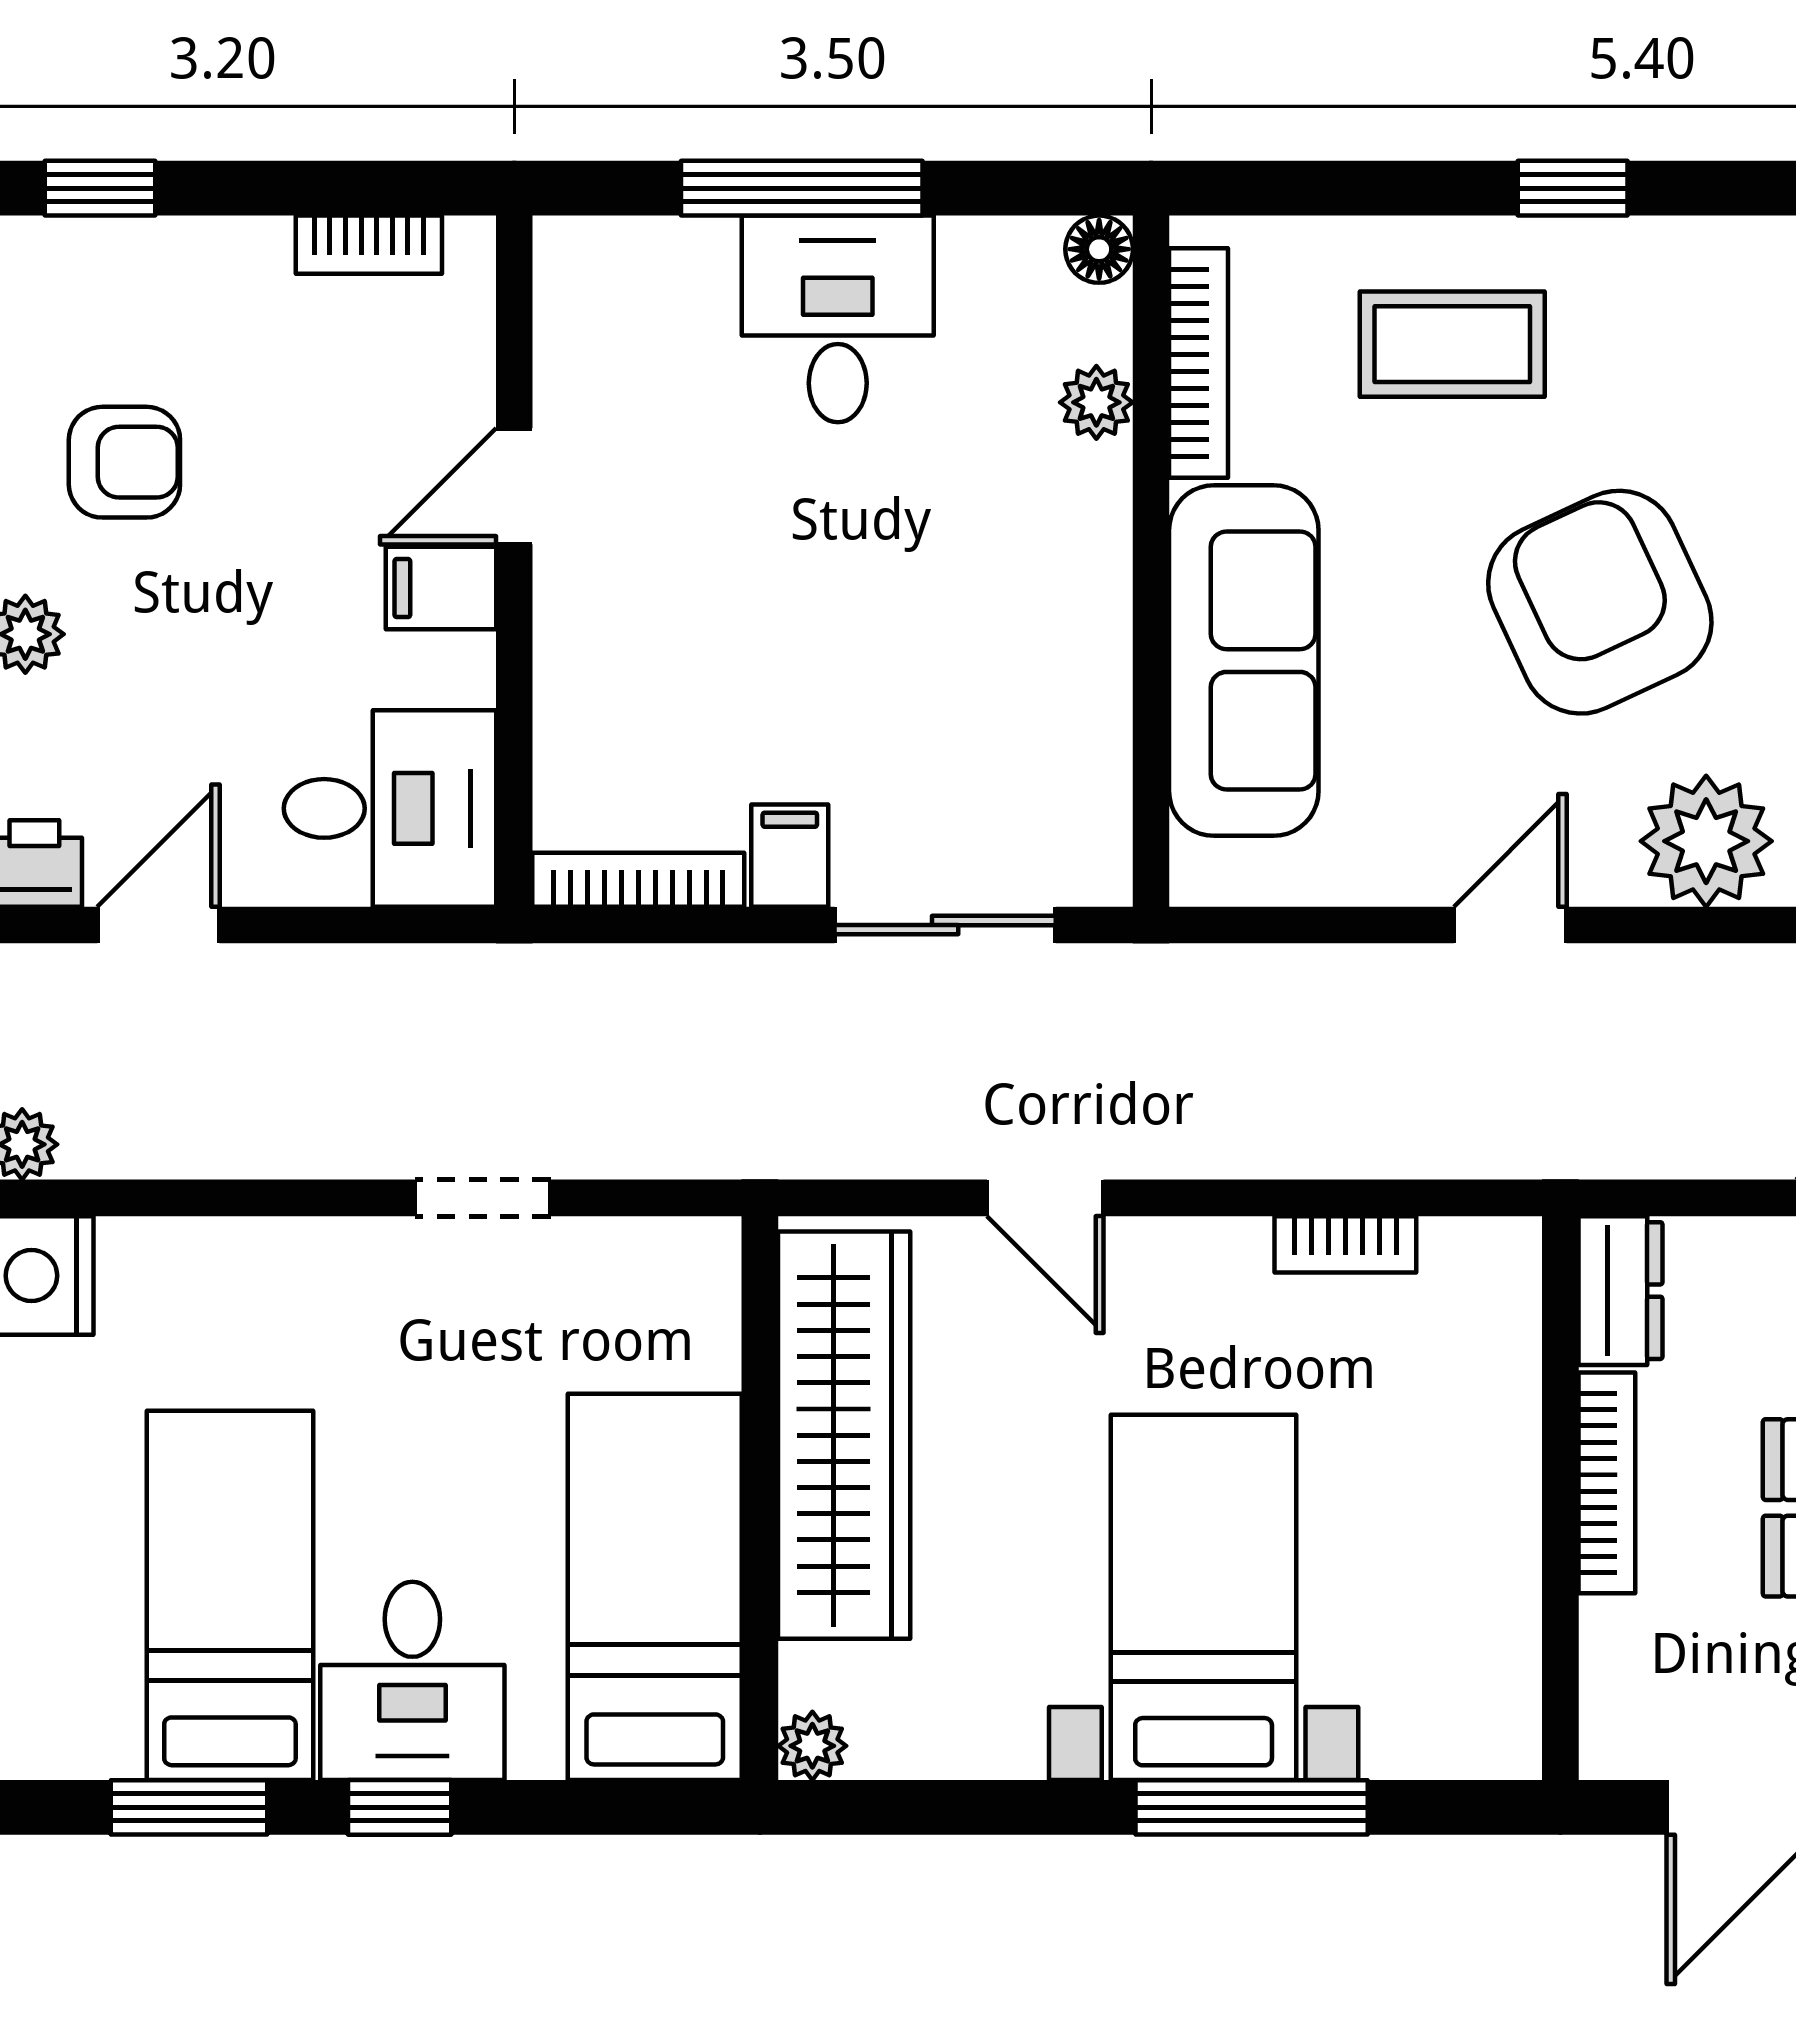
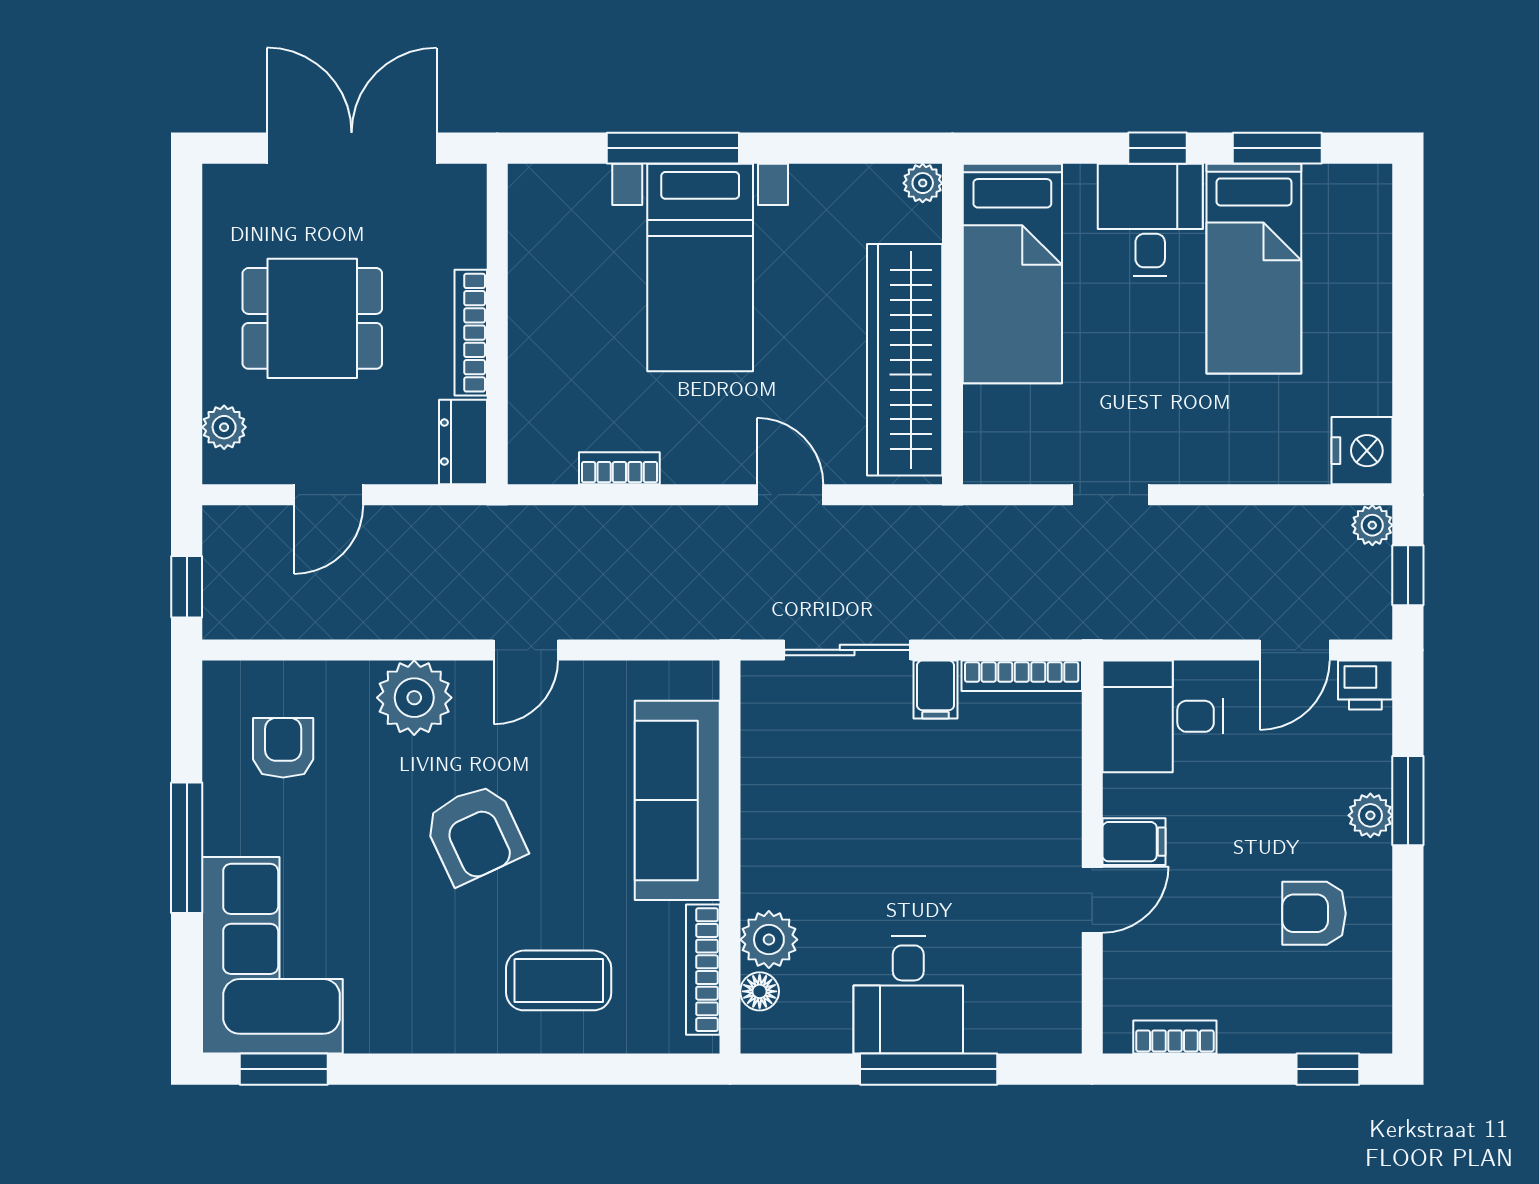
window: (1573, 188) -> (490, 1069), removed
floor lamp: (1099, 249) -> (760, 991), moved
plant: (1096, 402) -> (769, 940), width x1.38, depth x1.38
armchair: (1600, 602) -> (475, 834), width x0.73, depth x0.73

